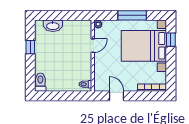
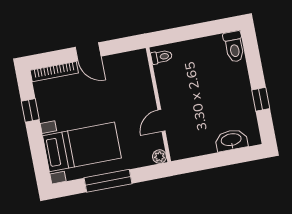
window: (171, 40) -> (30, 110), moved
bed with nightstands: (144, 46) -> (82, 147), width x0.73
door: (117, 96) -> (88, 52), moved

